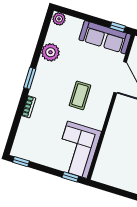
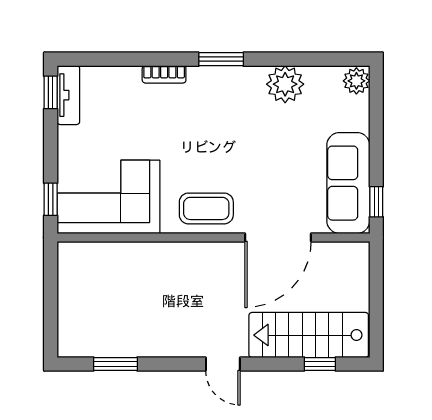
coffee table: (80, 95) -> (206, 208), moved
tv unit: (25, 154) -> (68, 95), added

